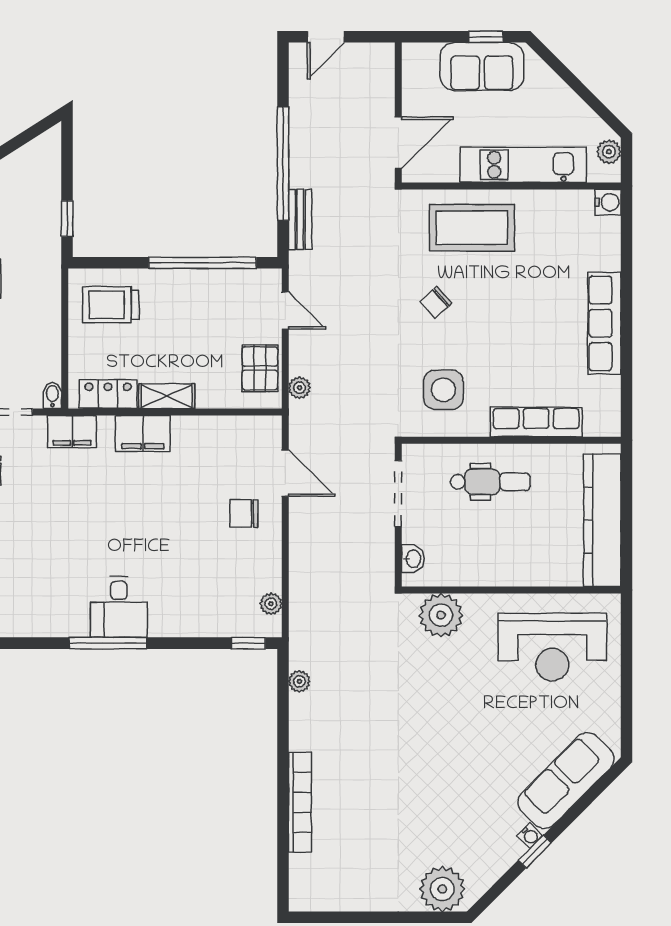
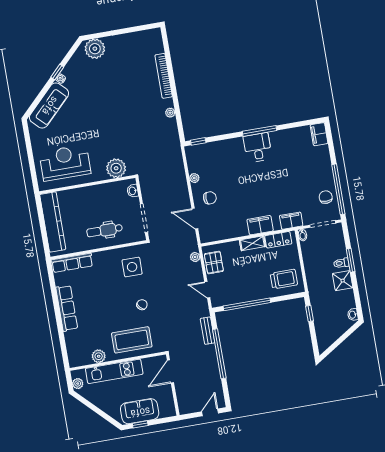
water cooler: (608, 202) -> (74, 361), removed
plant: (552, 204) -> (99, 356), added
row of seats: (536, 422) -> (72, 263), moved
plant: (271, 604) -> (194, 178), moved
plant: (299, 681) -> (170, 113), moved

